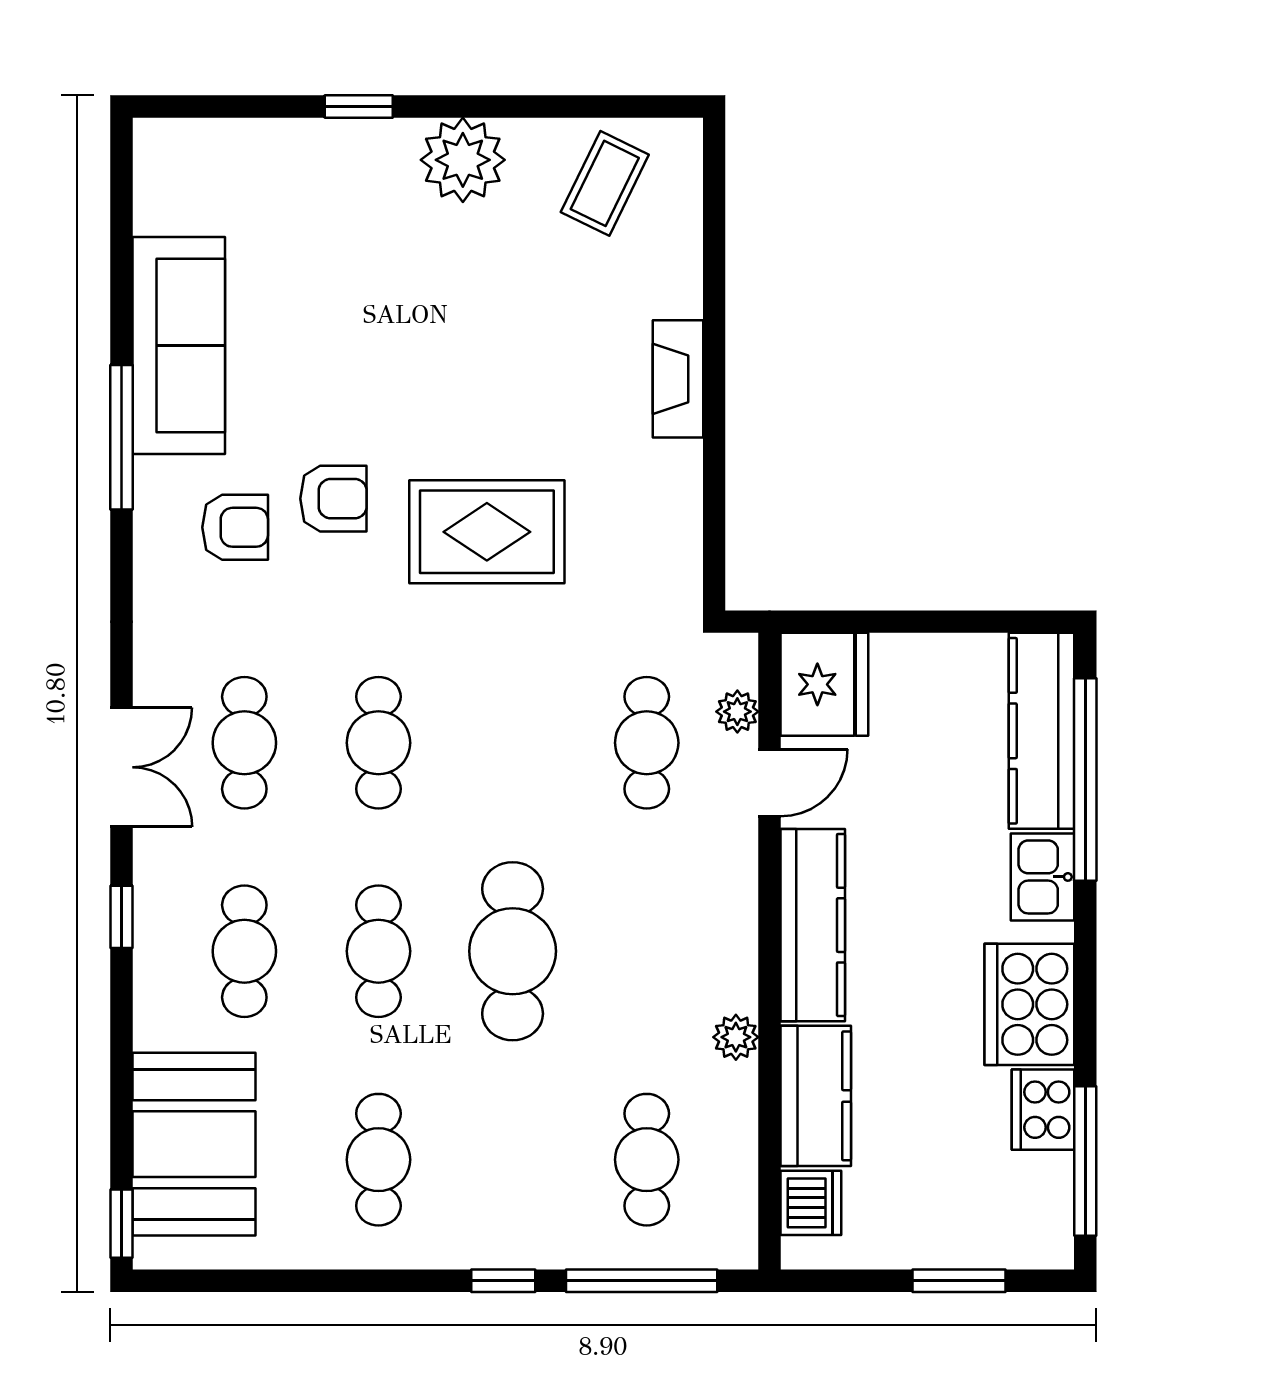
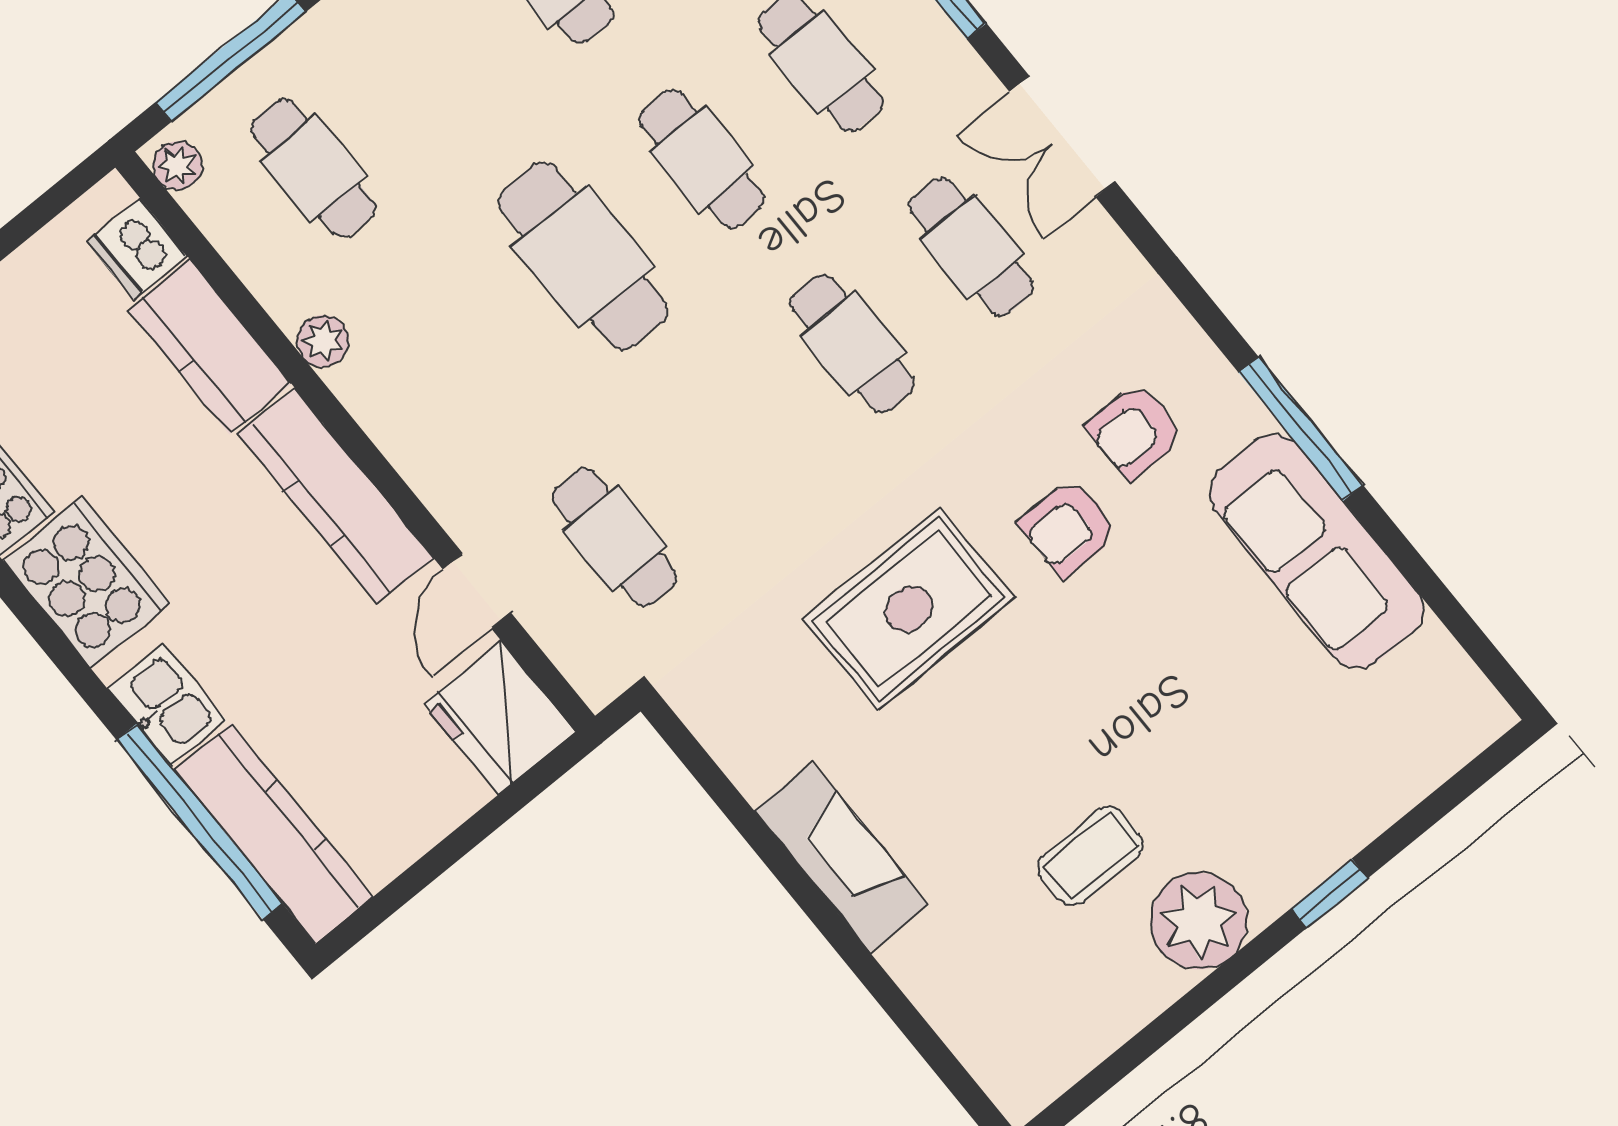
coffee table: (605, 183) -> (1091, 856), moved, turned 64
fireplace: (678, 379) -> (841, 858), width x1.37, depth x1.32
plant: (737, 712) -> (178, 166), moved

